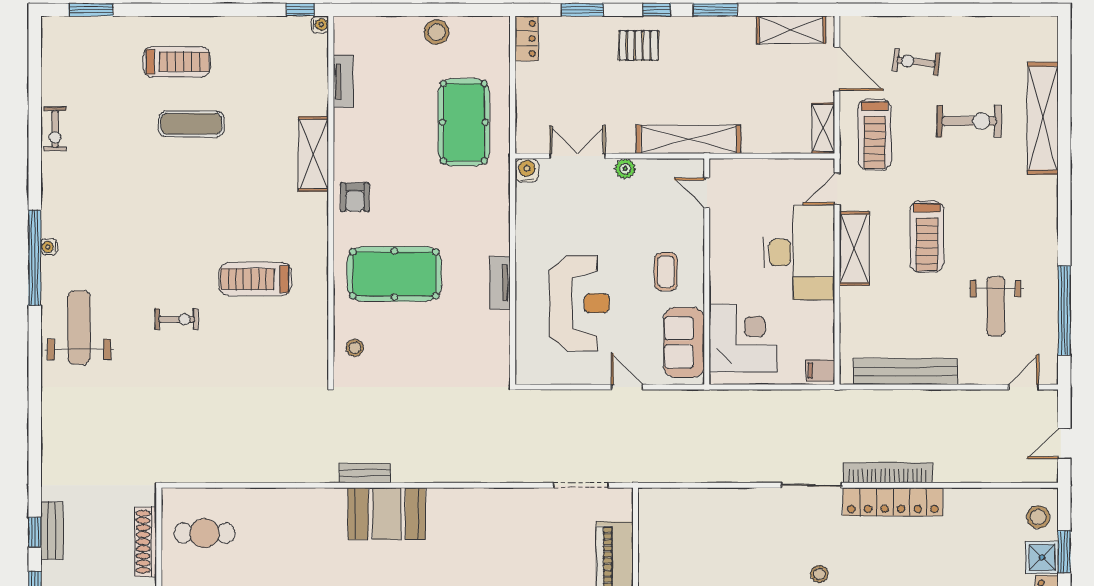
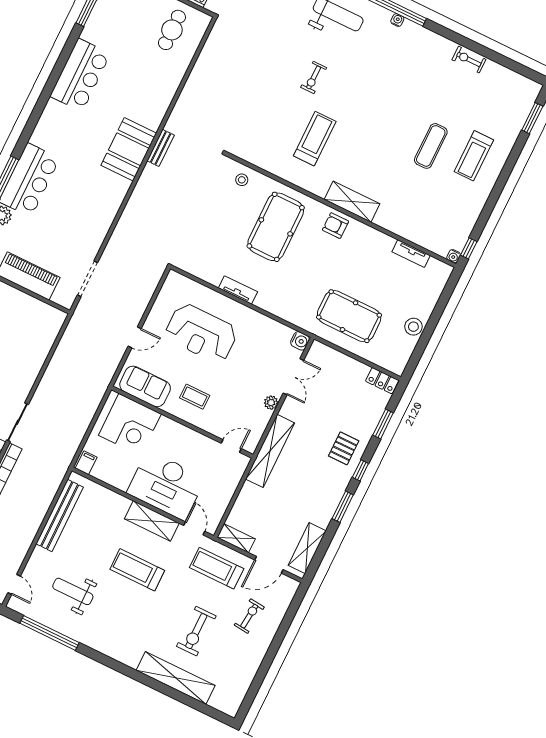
shelving: (313, 154) -> (352, 202), moved

